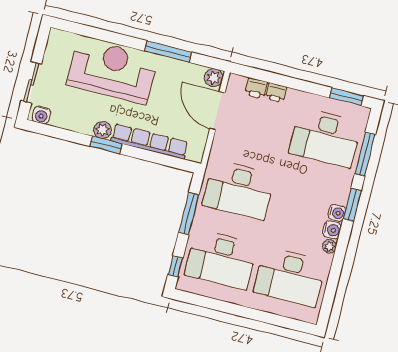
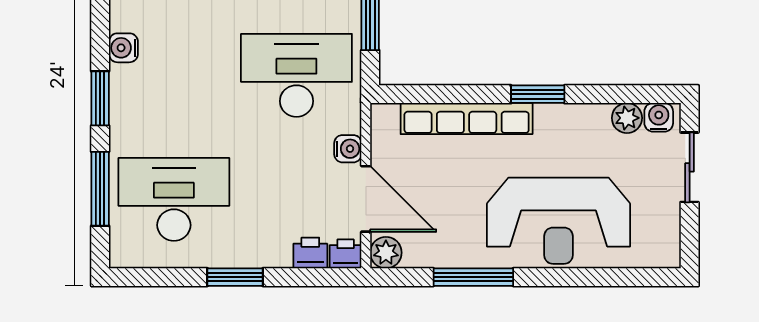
printer: (276, 93) -> (346, 254), moved
window: (346, 97) -> (235, 277), moved
plant: (103, 130) -> (627, 118), moved
water cooler: (337, 213) -> (348, 149), moved, turned 180
plant: (329, 246) -> (121, 19), removed

